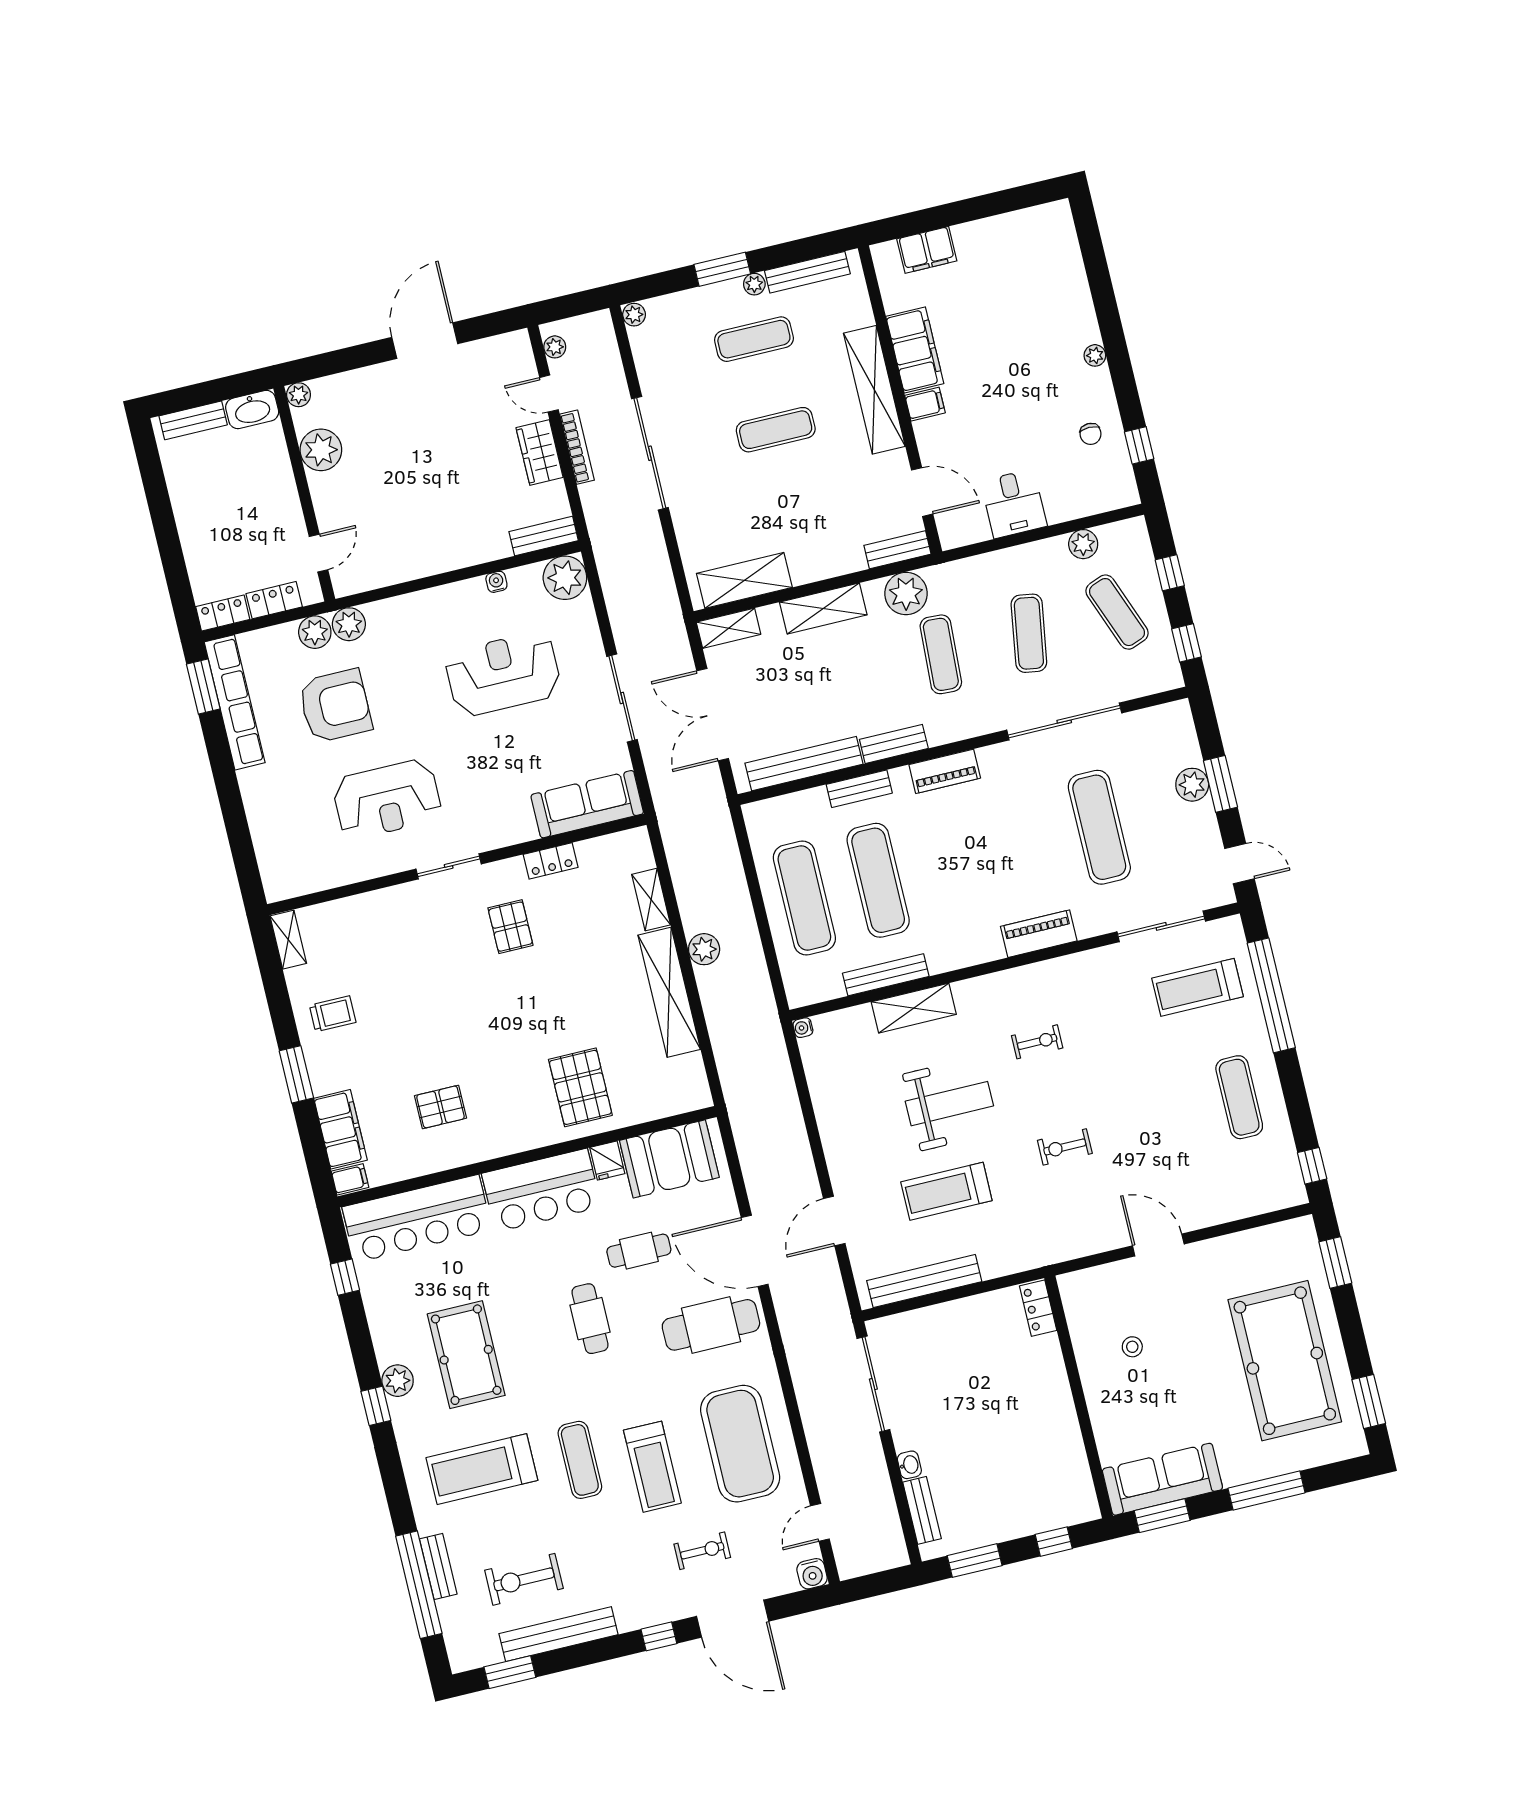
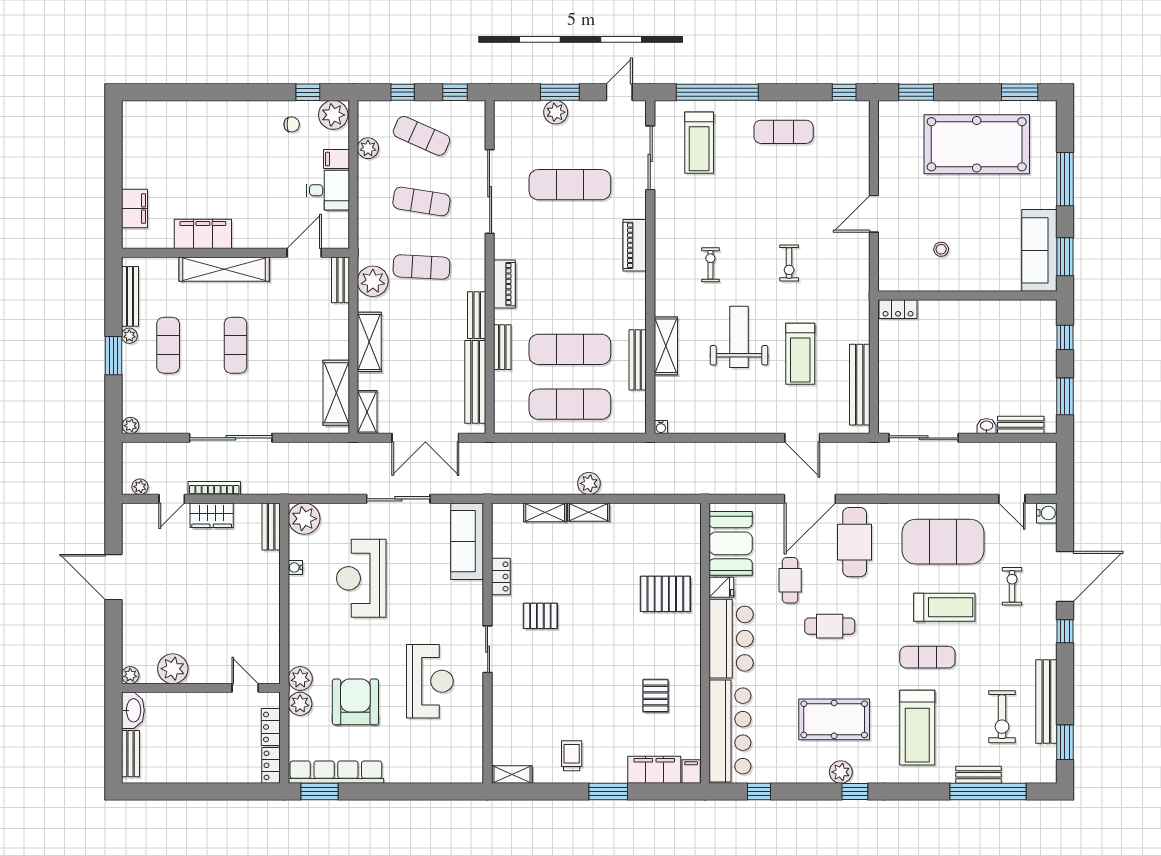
plant: (1095, 355) -> (333, 115), moved, width x1.87, depth x1.87
filing cabinet: (925, 404) -> (337, 159), moved, turned -90
exercise mat: (1117, 612) -> (421, 136), turned 45
shelving: (669, 992) -> (589, 512), width x0.45, depth x0.75

